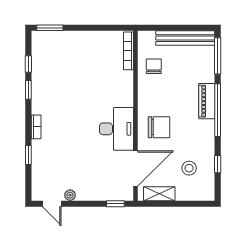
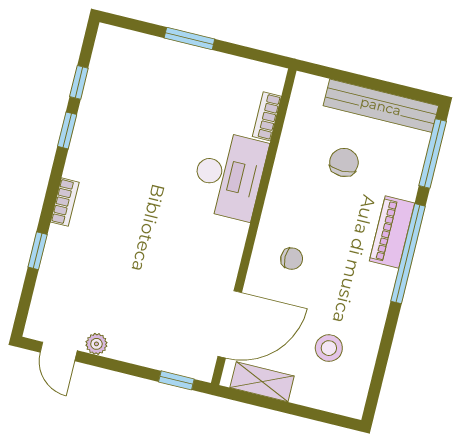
window: (50, 28) -> (189, 39), moved
bookcase: (128, 51) -> (267, 116), width x0.64
chair: (154, 66) -> (344, 162), moved
chair: (159, 127) -> (292, 259), width x0.54, depth x0.54
desk: (116, 129) -> (229, 175), moved
window: (218, 164) -> (383, 354), removed

